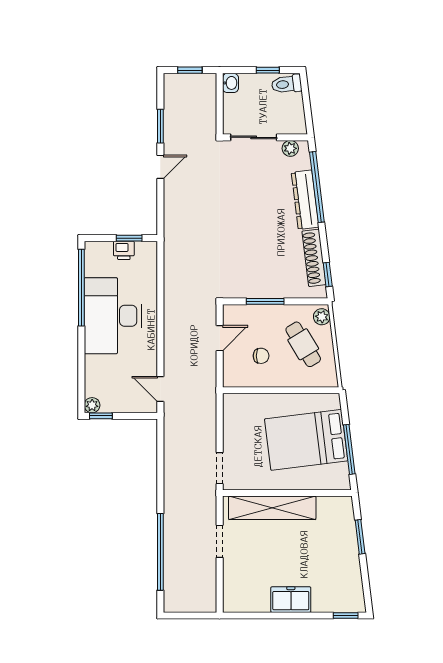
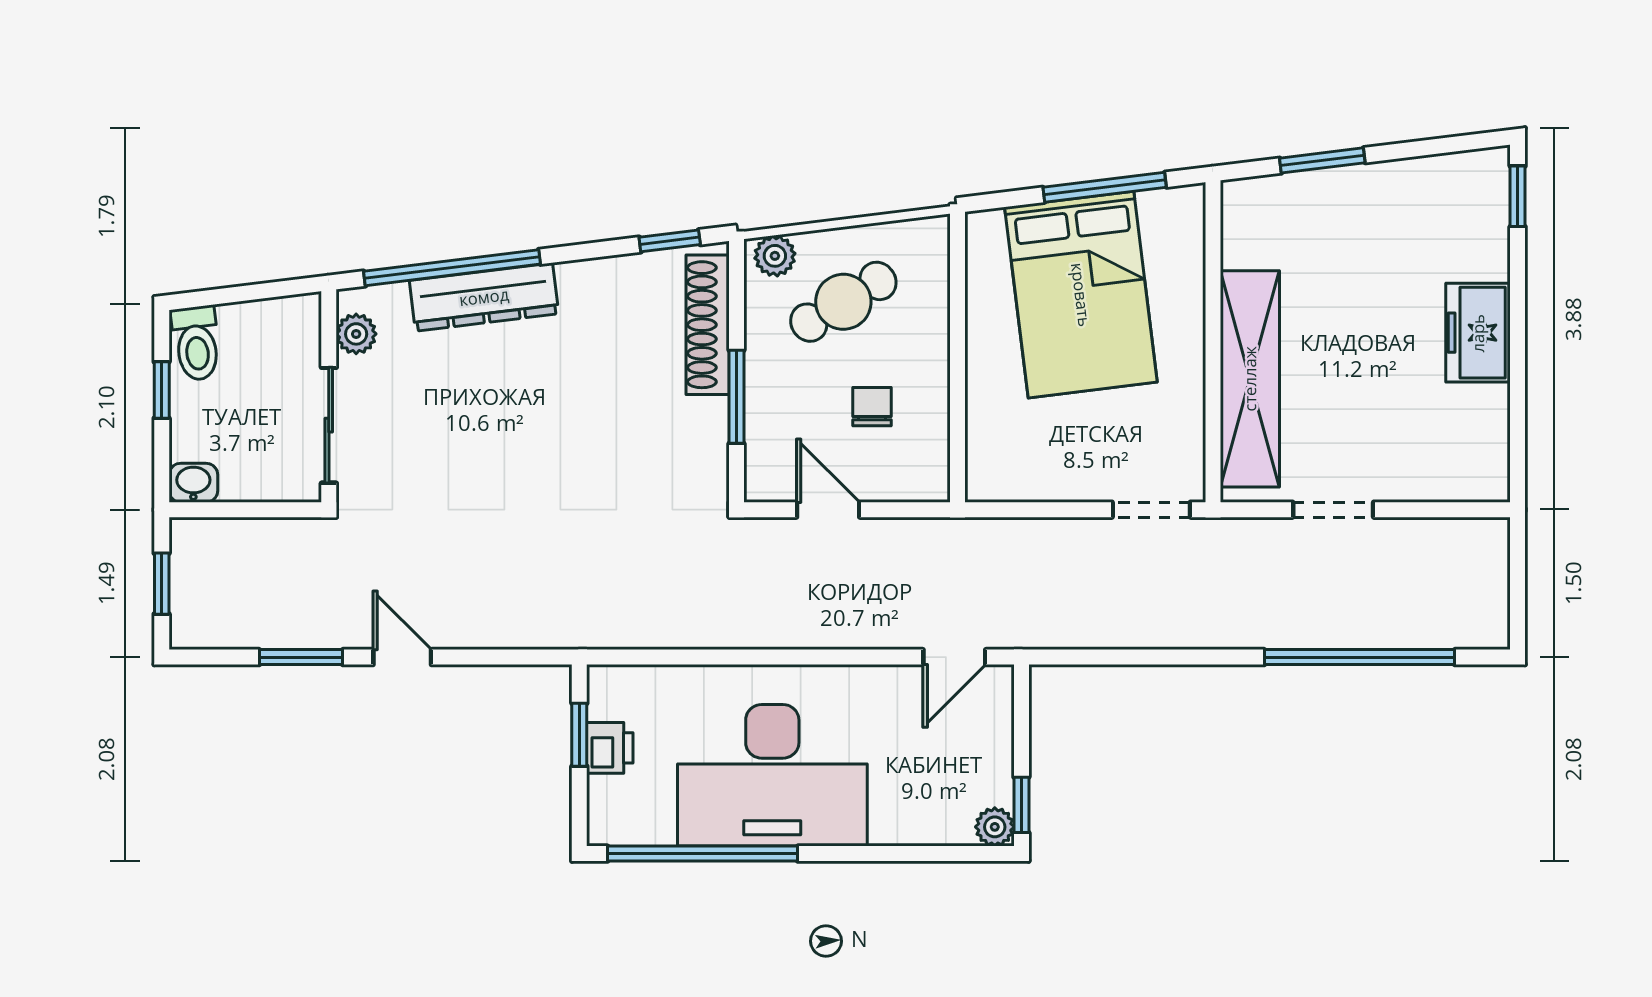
shoe rack: (314, 258) -> (708, 325), moved, turned 97

